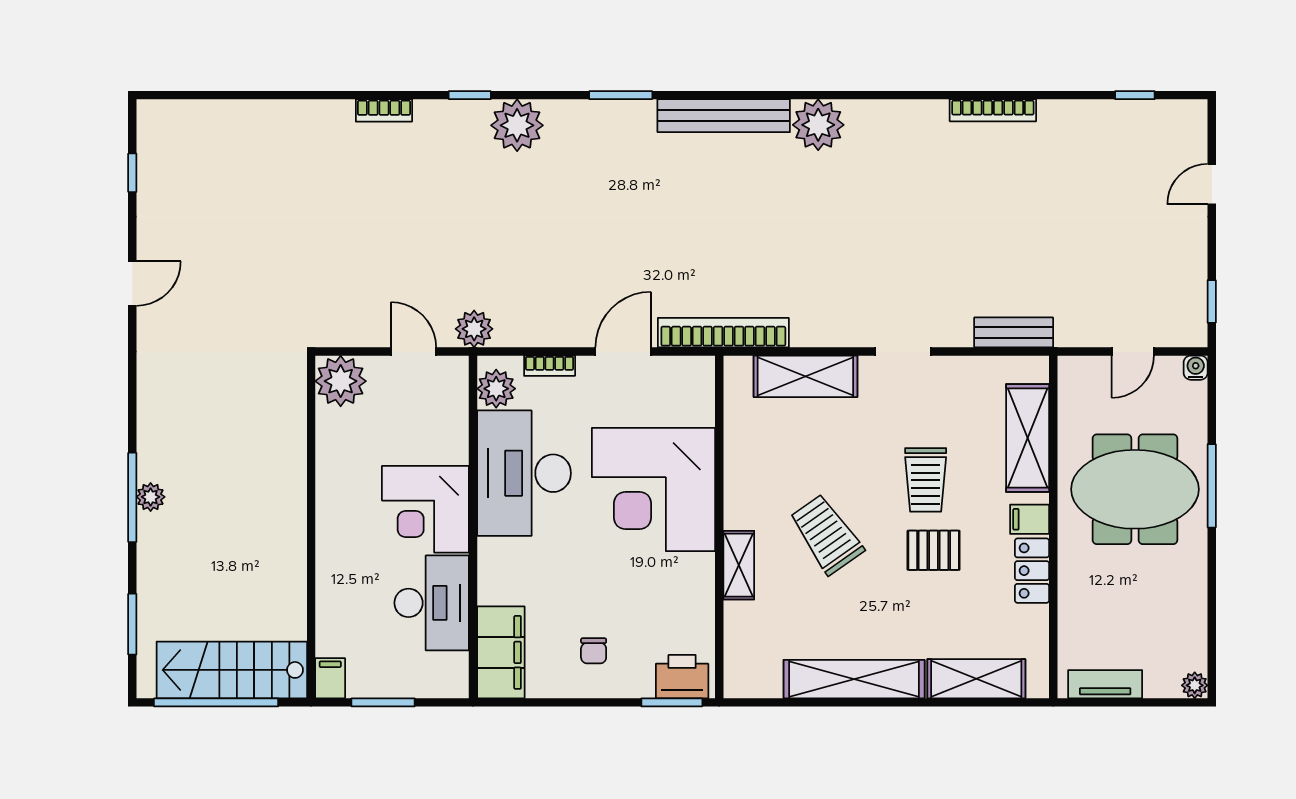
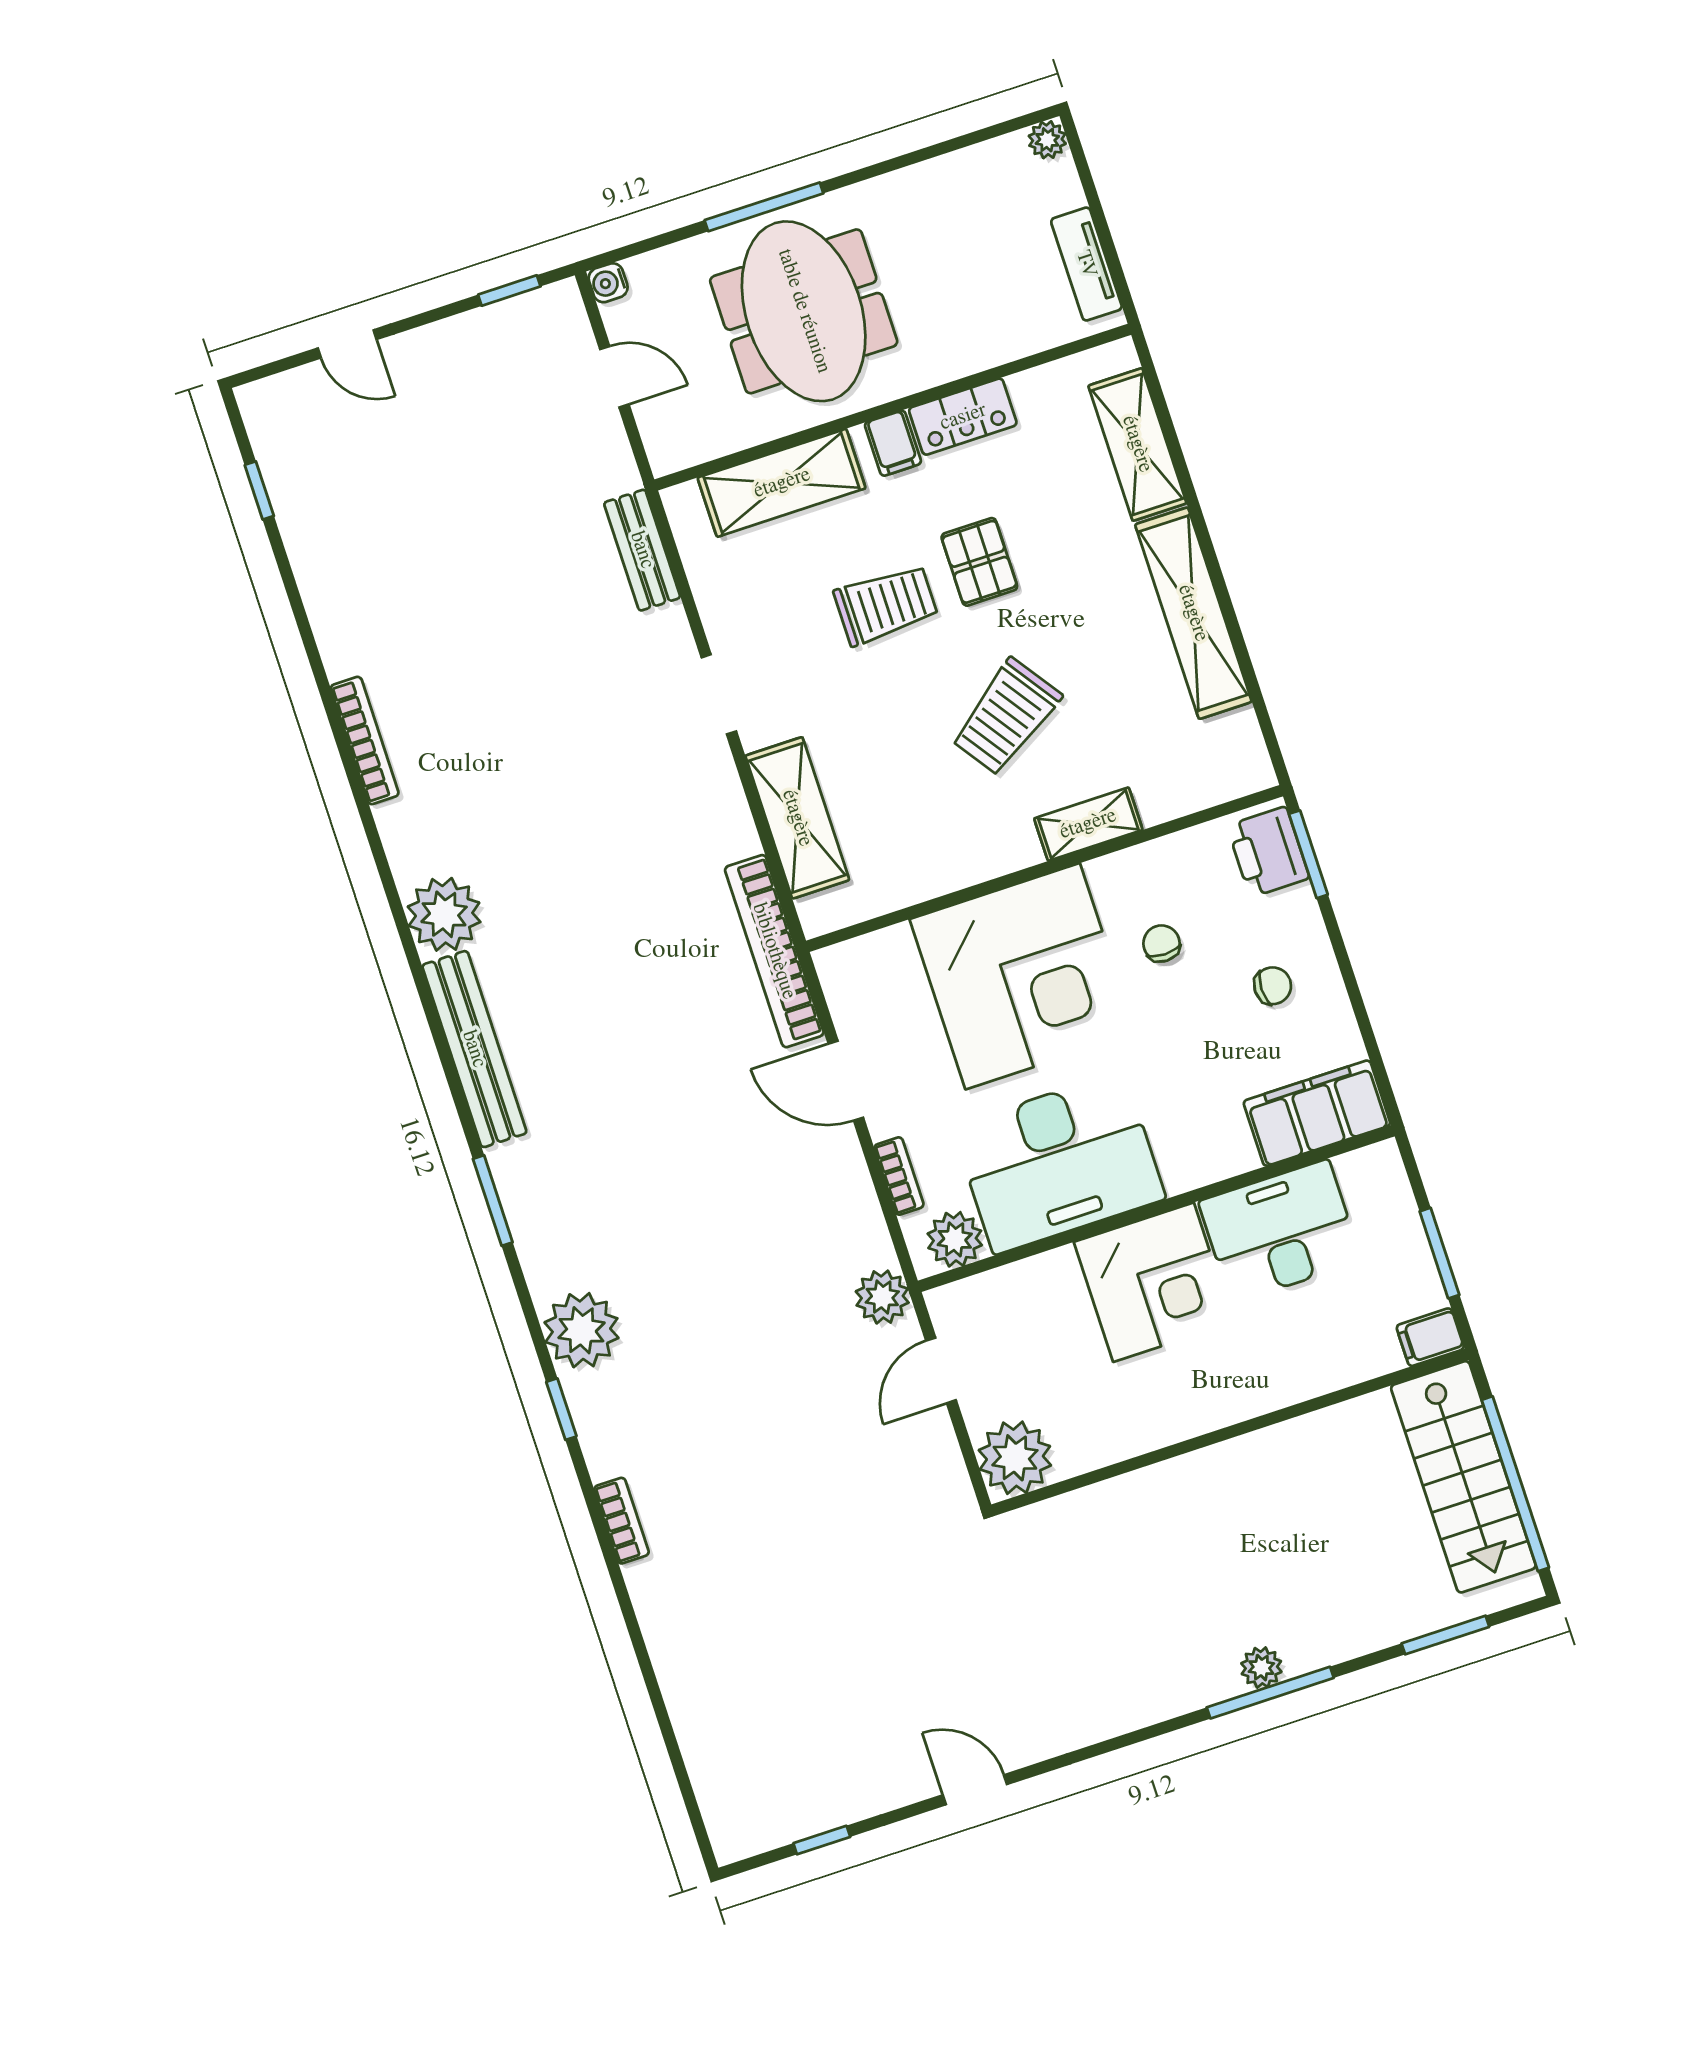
bookcase: (993, 110) -> (365, 740), moved
chair: (645, 587) -> (1161, 943), added

